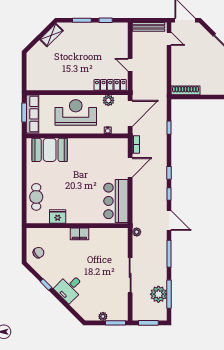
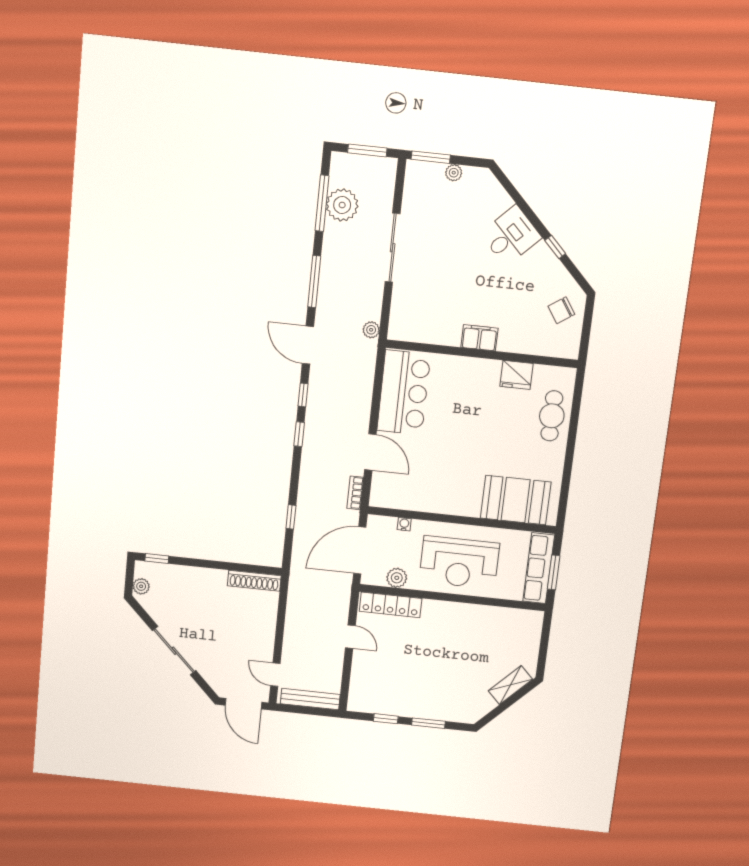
shelving: (51, 35) -> (510, 685), moved
door: (130, 167) -> (370, 452), swing flipped

